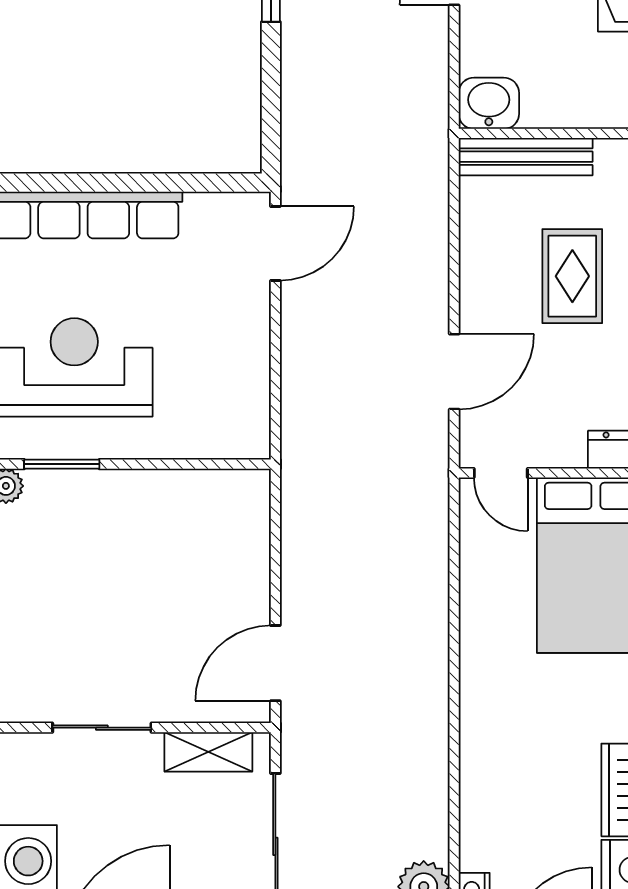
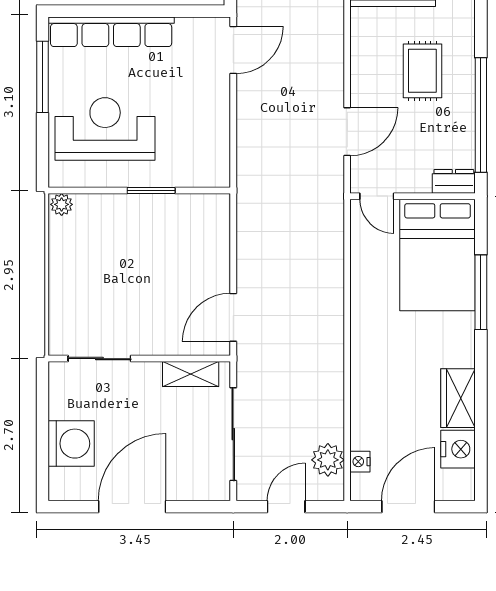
window: (62, 464) -> (151, 191), moved
sliding door: (102, 728) -> (99, 359), moved

